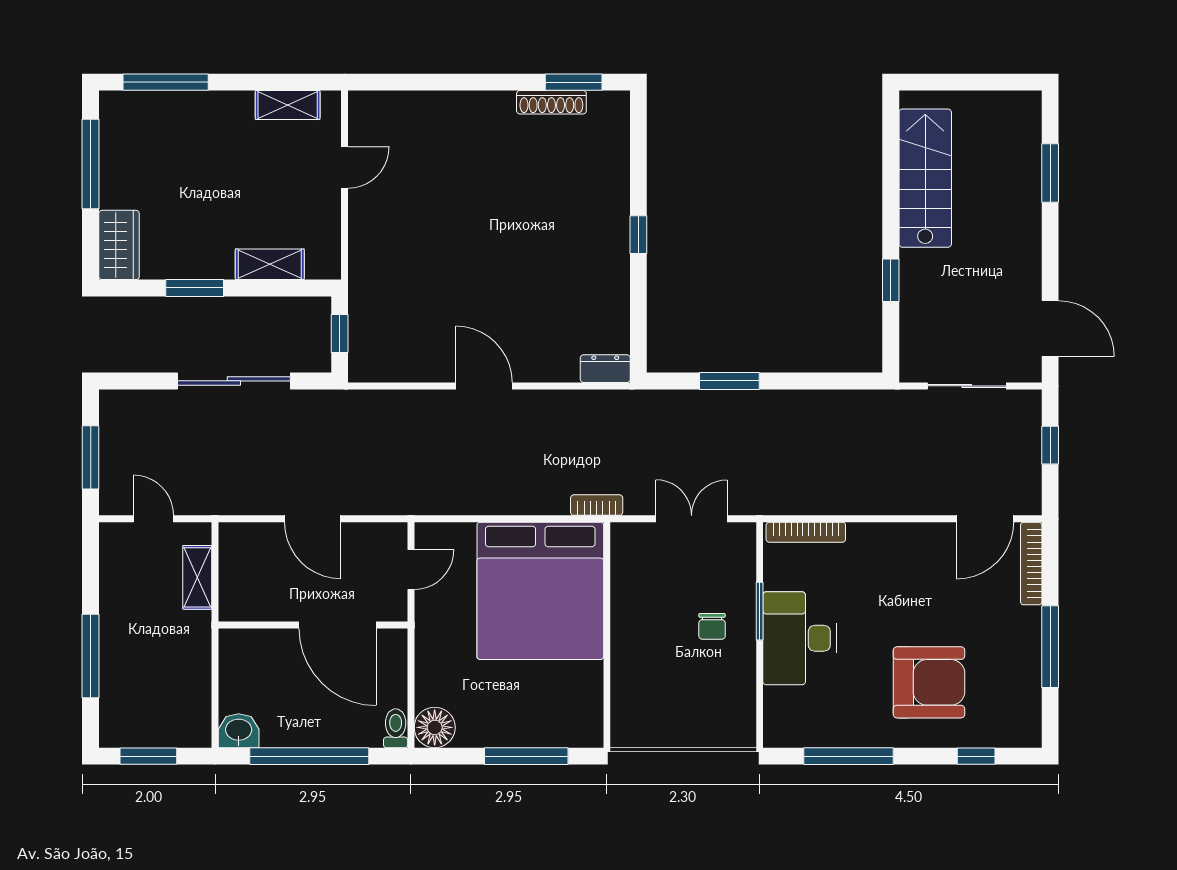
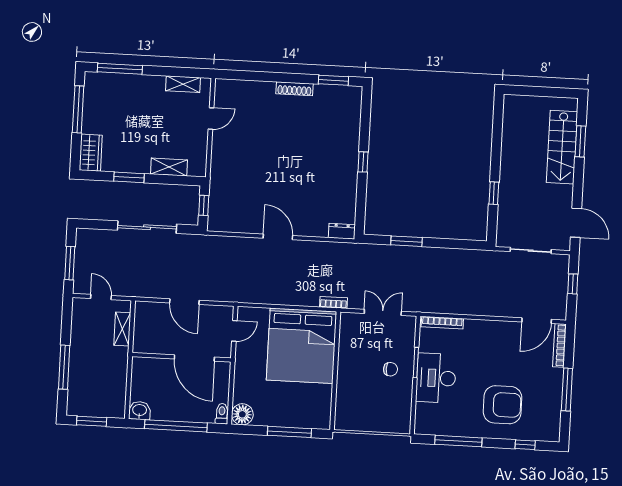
shoe rack: (551, 102) -> (294, 89), moved
stairs: (925, 178) -> (562, 147), moved, turned 180
chair: (712, 626) -> (390, 369), turned -90

